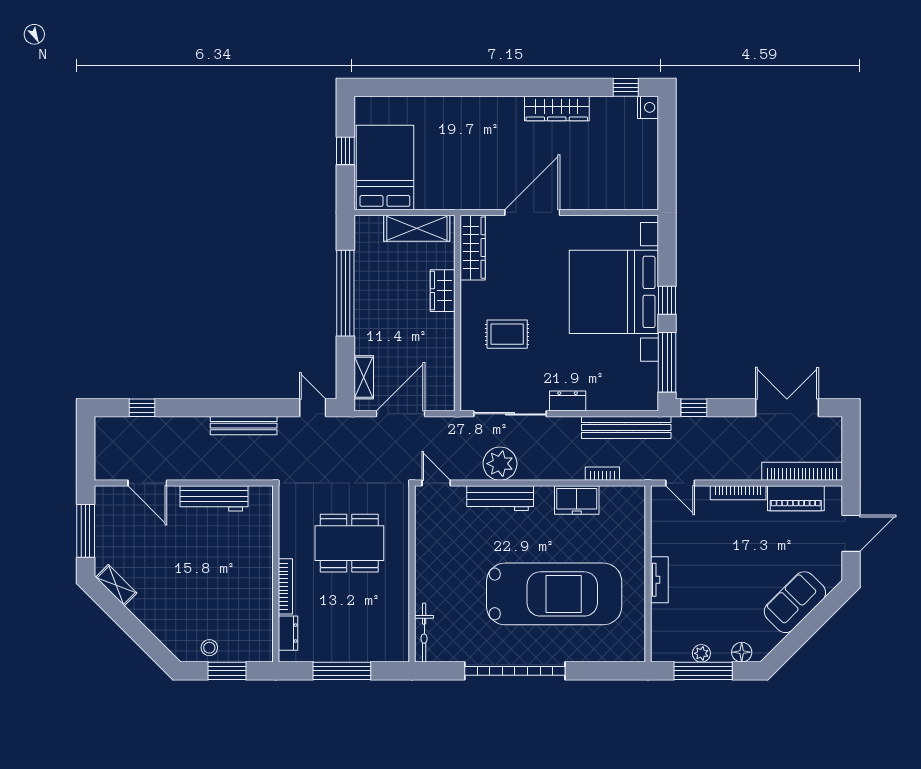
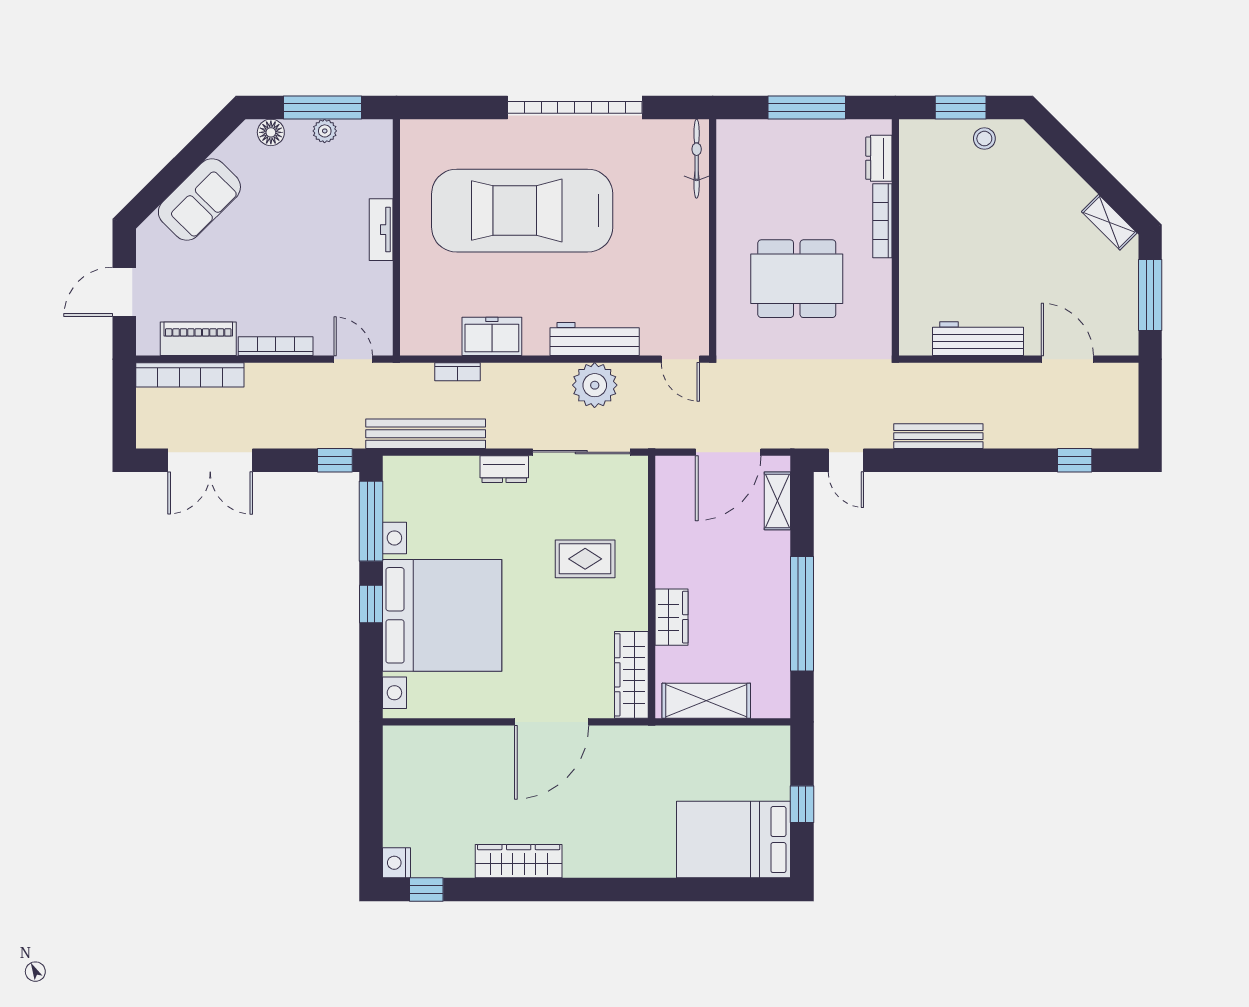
bed: (385, 167) -> (734, 840), moved, turned 90

